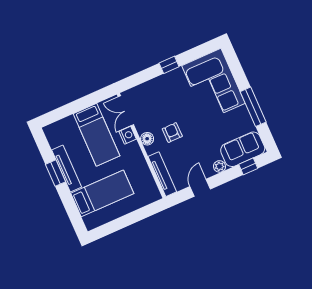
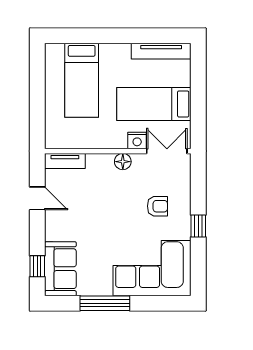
armchair: (172, 133) -> (157, 206), moved
plant: (220, 166) -> (52, 232), removed
tv unit: (67, 169) -> (161, 51), moved
window: (56, 173) -> (130, 36), removed
tv unit: (162, 174) -> (65, 161), width x0.71

